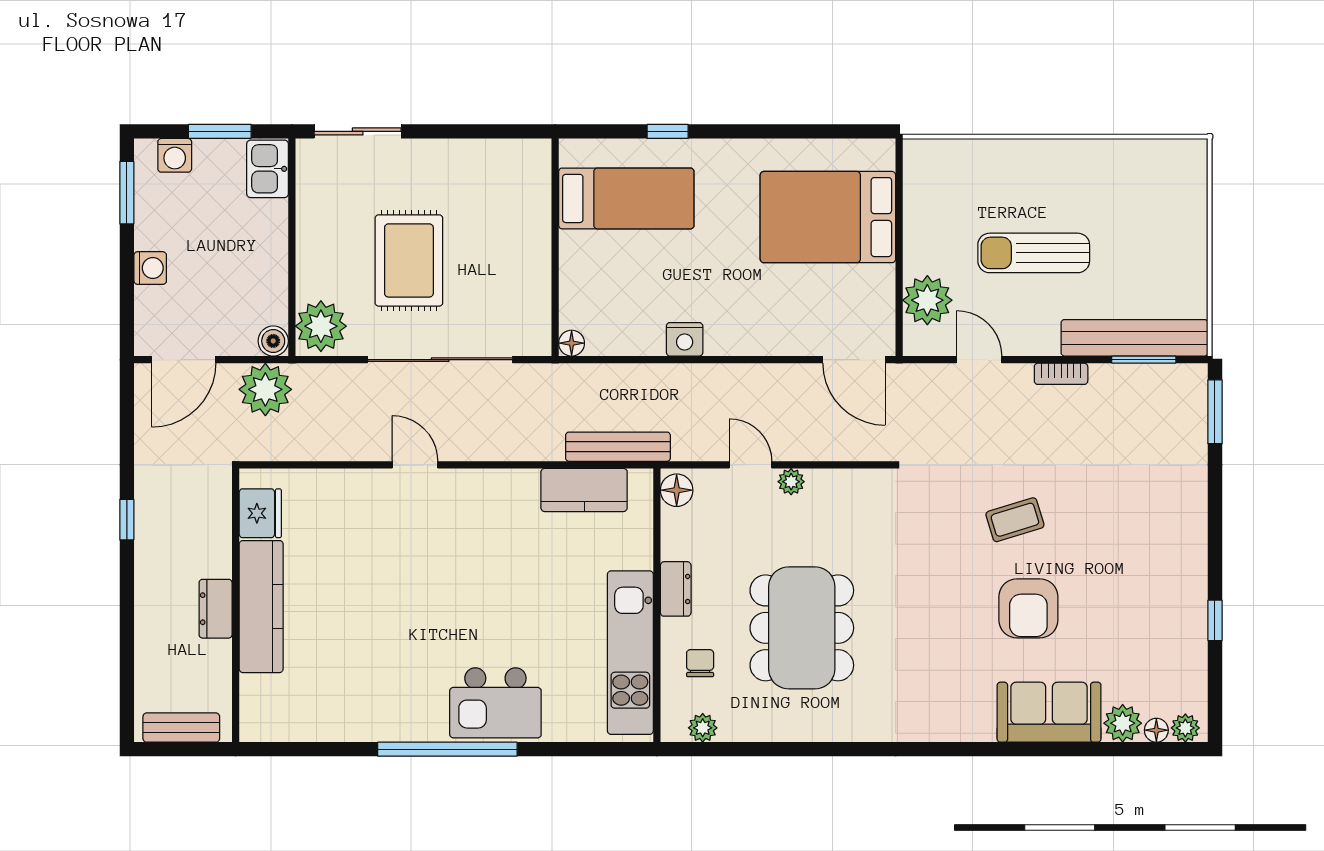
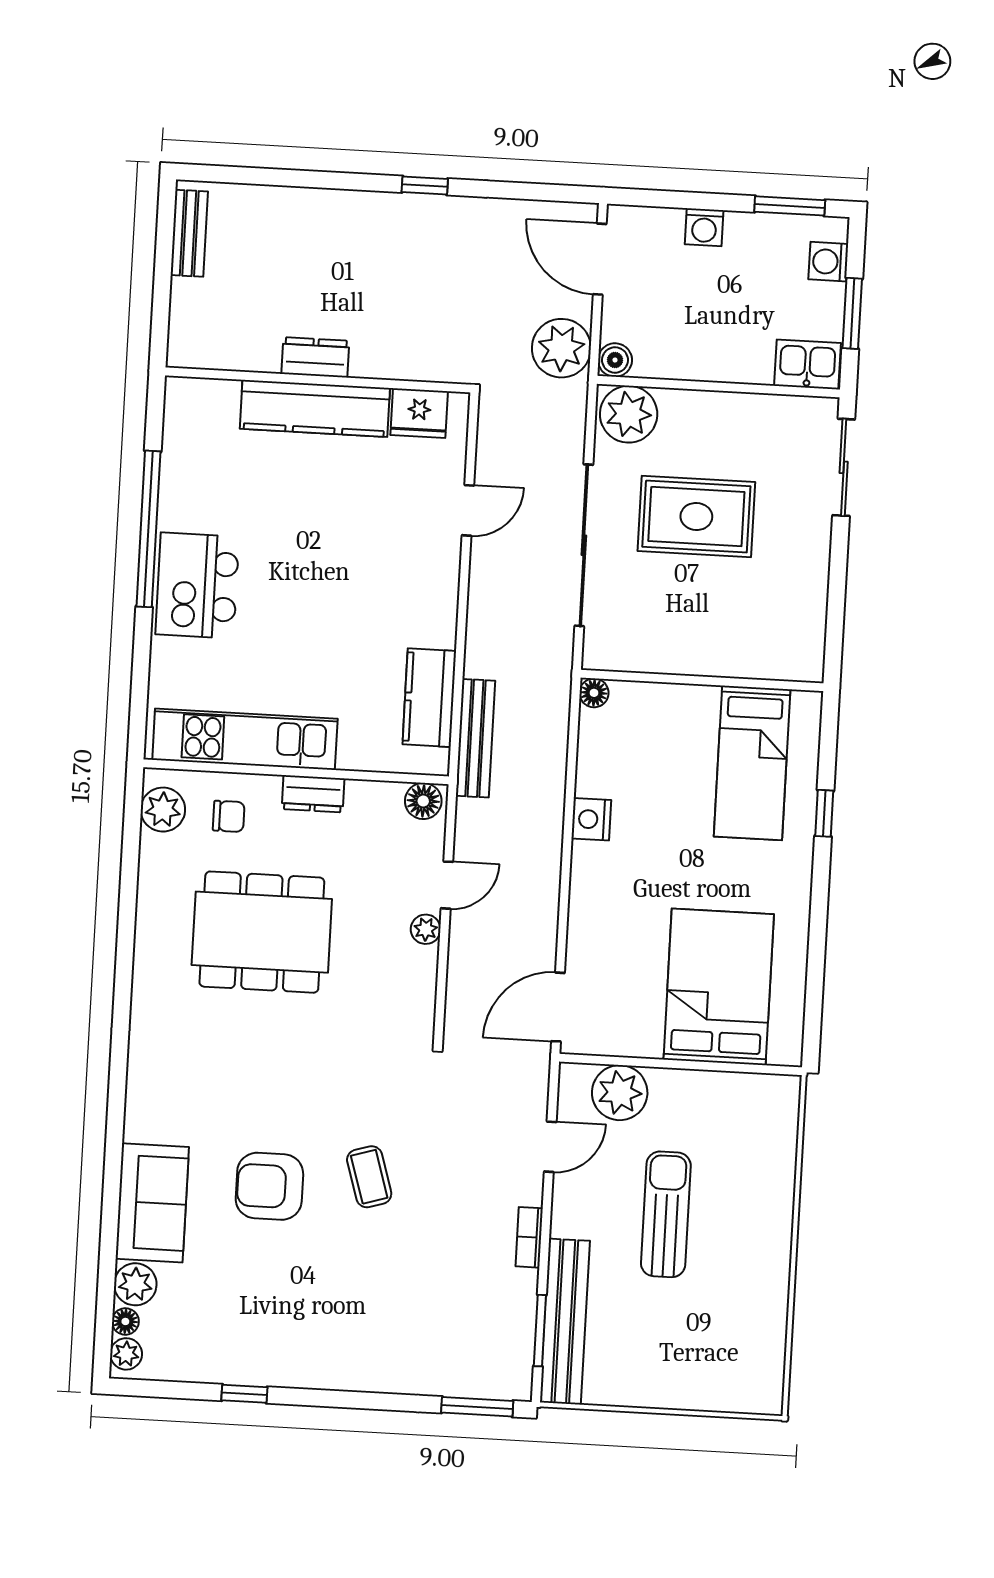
fridge: (260, 513) -> (419, 413), moved
wall: (236, 605) -> (318, 380), moved
kitchen counter: (261, 607) -> (315, 408), moved
dresser: (216, 609) -> (315, 357), moved
plant: (703, 728) -> (163, 810), width x1.38, depth x1.38

